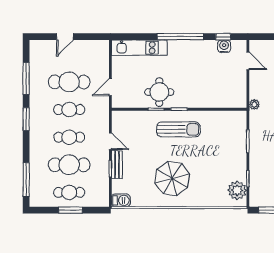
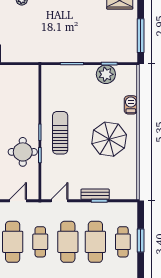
door: (110, 87) -> (18, 201), swing flipped
plant: (254, 104) -> (35, 57), removed
cafe table: (69, 137) -> (68, 242), width x1.37, depth x1.35
door: (110, 141) -> (60, 201), moved
plant: (237, 190) -> (106, 74), moved
barbecue: (121, 200) -> (131, 105), moved

